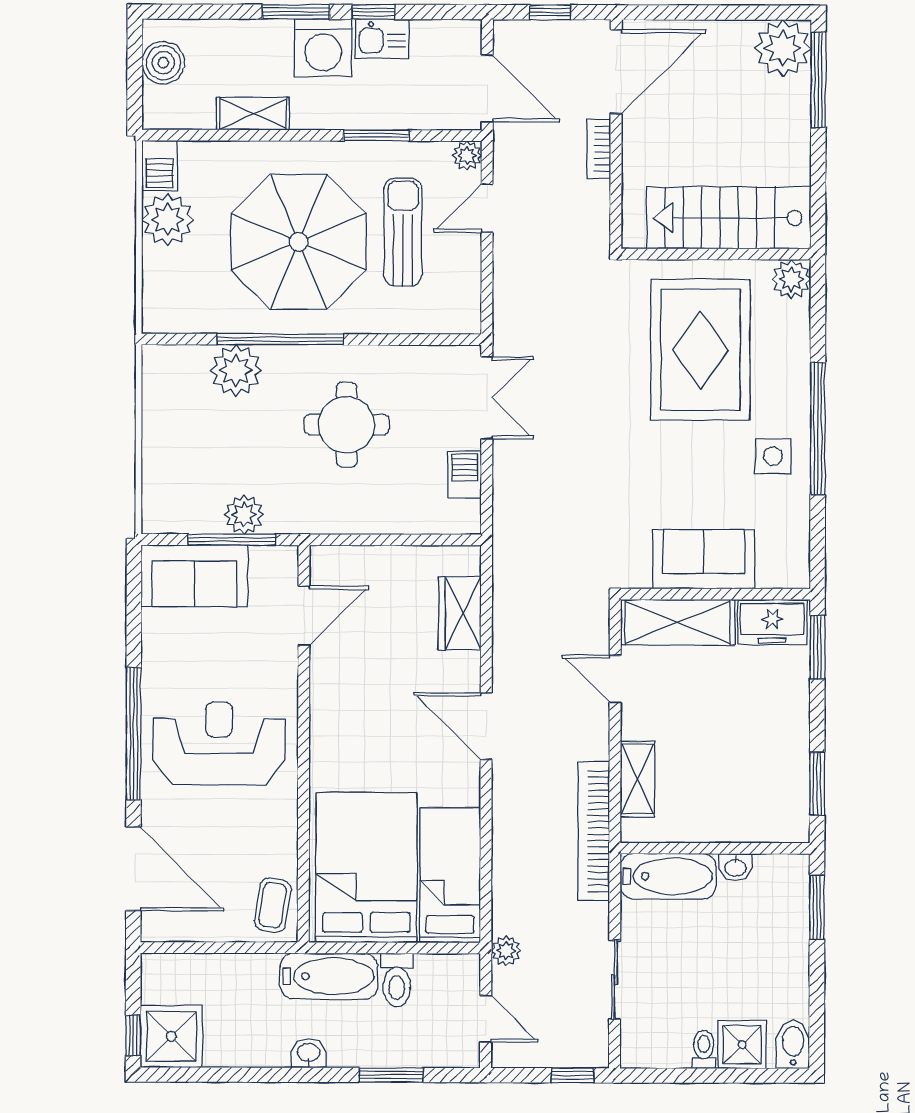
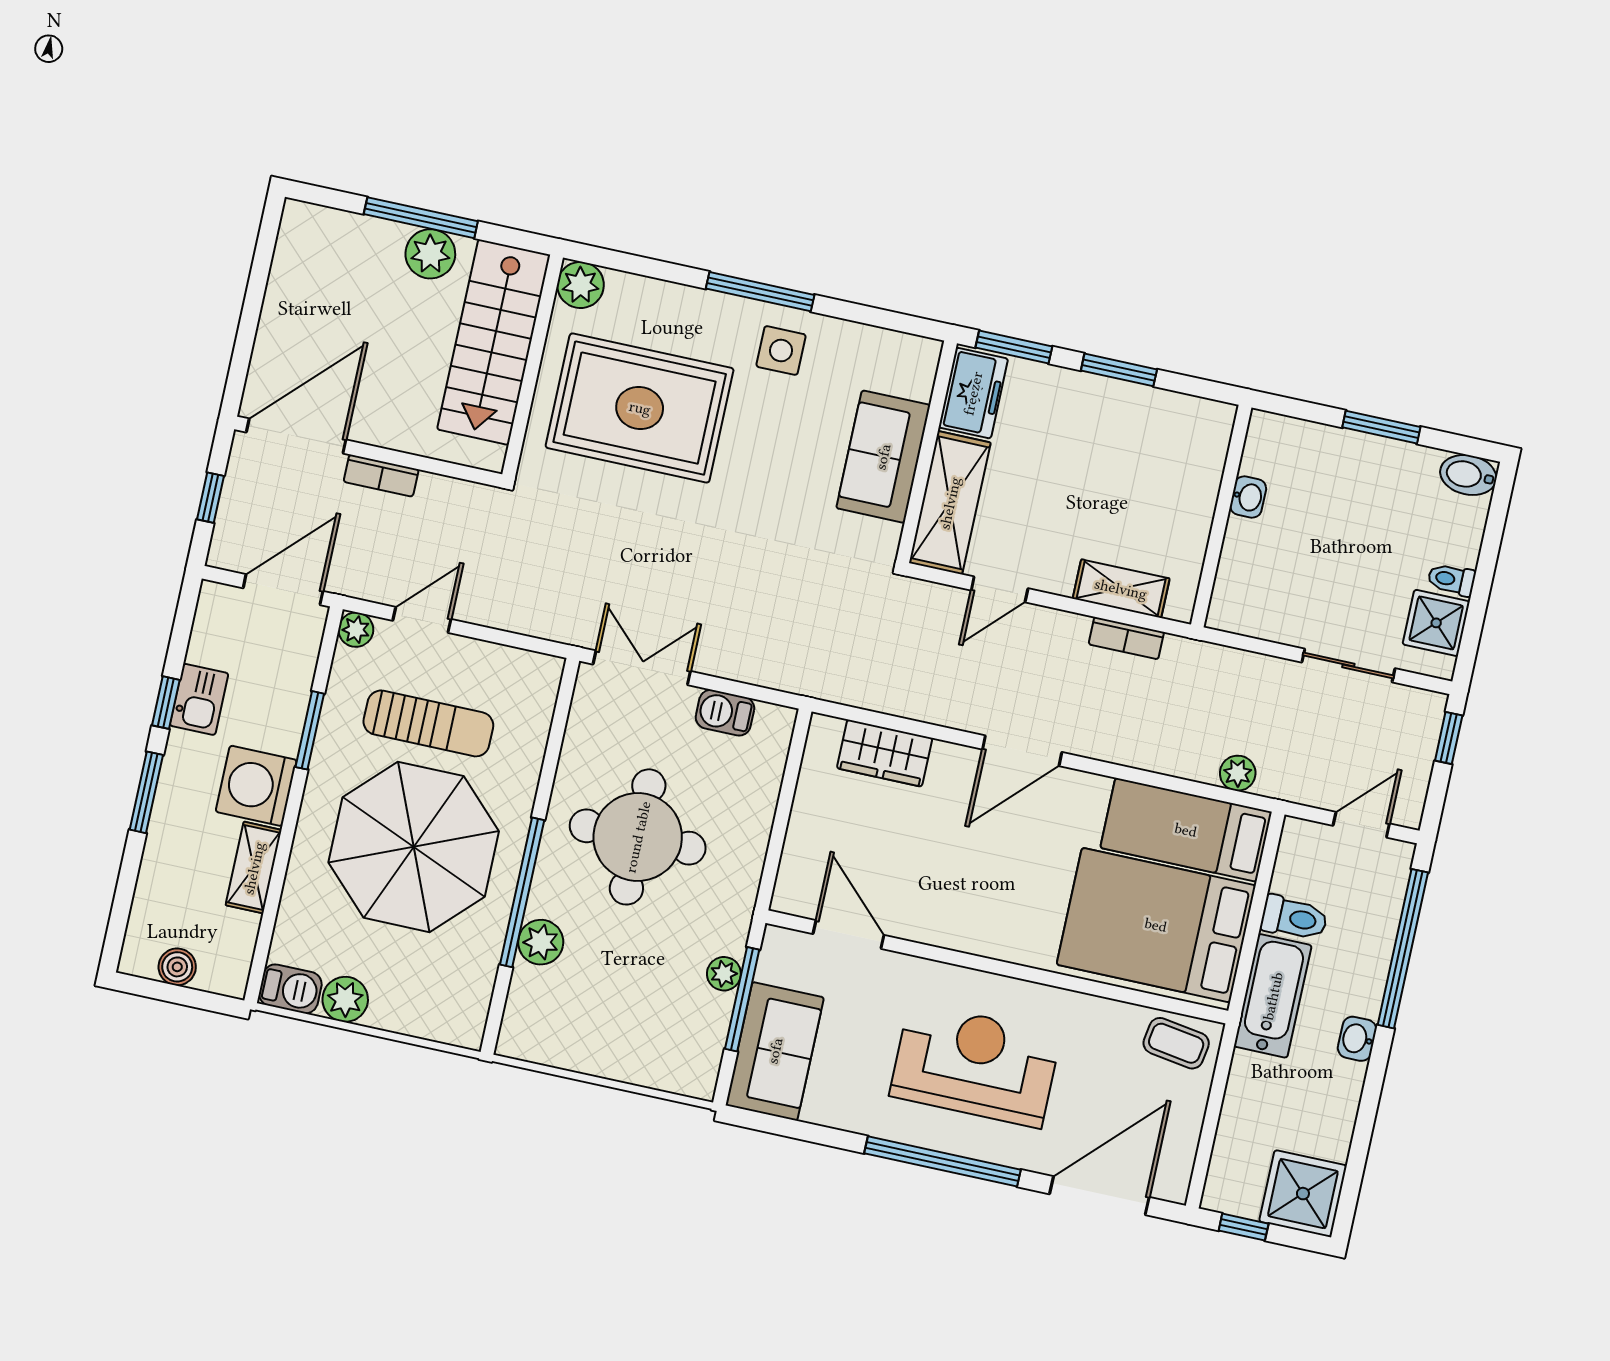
washing machine: (323, 48) -> (256, 786), moved, turned 180
plant: (783, 48) -> (430, 254), moved, width x0.73, depth x0.73
boiler: (163, 63) -> (177, 967), width x0.73, depth x0.73
door: (616, 72) -> (296, 436), hinge flipped
window: (818, 80) -> (421, 218), moved
door: (487, 208) -> (422, 620), swing flipped
plant: (168, 220) -> (345, 999), width x0.73, depth x0.73
sun lounger: (403, 232) -> (428, 723), turned 180
plant: (236, 370) -> (541, 942), width x0.73, depth x0.73
round table: (347, 425) -> (638, 837), width x1.36, depth x1.36
window: (818, 428) -> (760, 292), width x0.68
plant: (244, 515) -> (724, 974), width x0.73, depth x0.73
reception desk: (219, 743) -> (975, 1065), turned 90
window: (817, 784) -> (1119, 370), moved
bookcase: (594, 831) -> (1126, 638), width x0.43, depth x0.76
bathtub: (668, 876) -> (1242, 577), removed
window: (817, 907) -> (1381, 427), moved
plant: (506, 951) -> (1238, 773), moved
window: (133, 1035) -> (1244, 1227), moved
shower: (742, 1045) -> (1436, 623), moved
window: (391, 1075) -> (1403, 949), width x2.11

